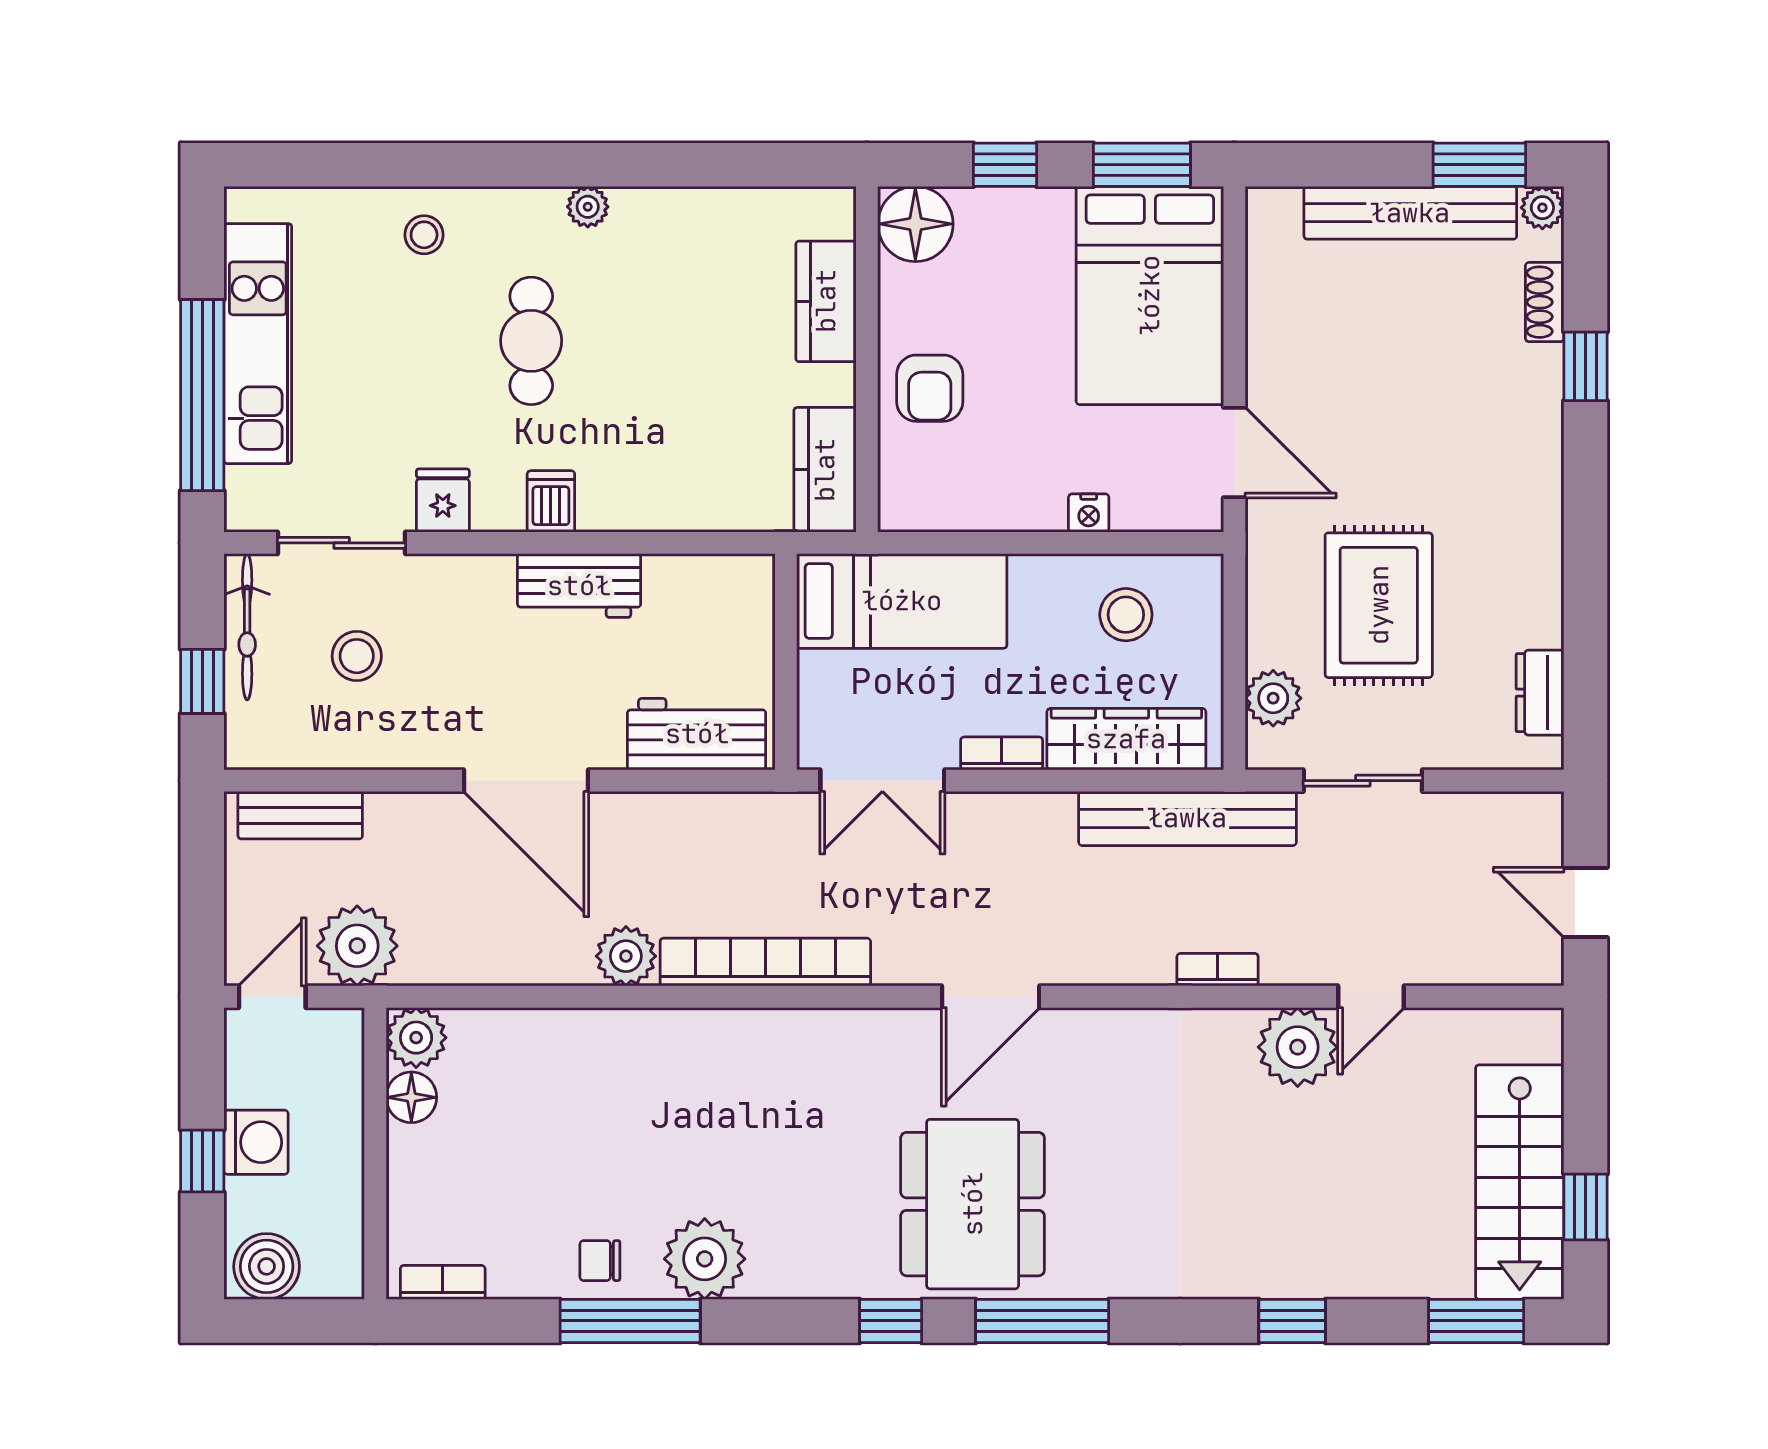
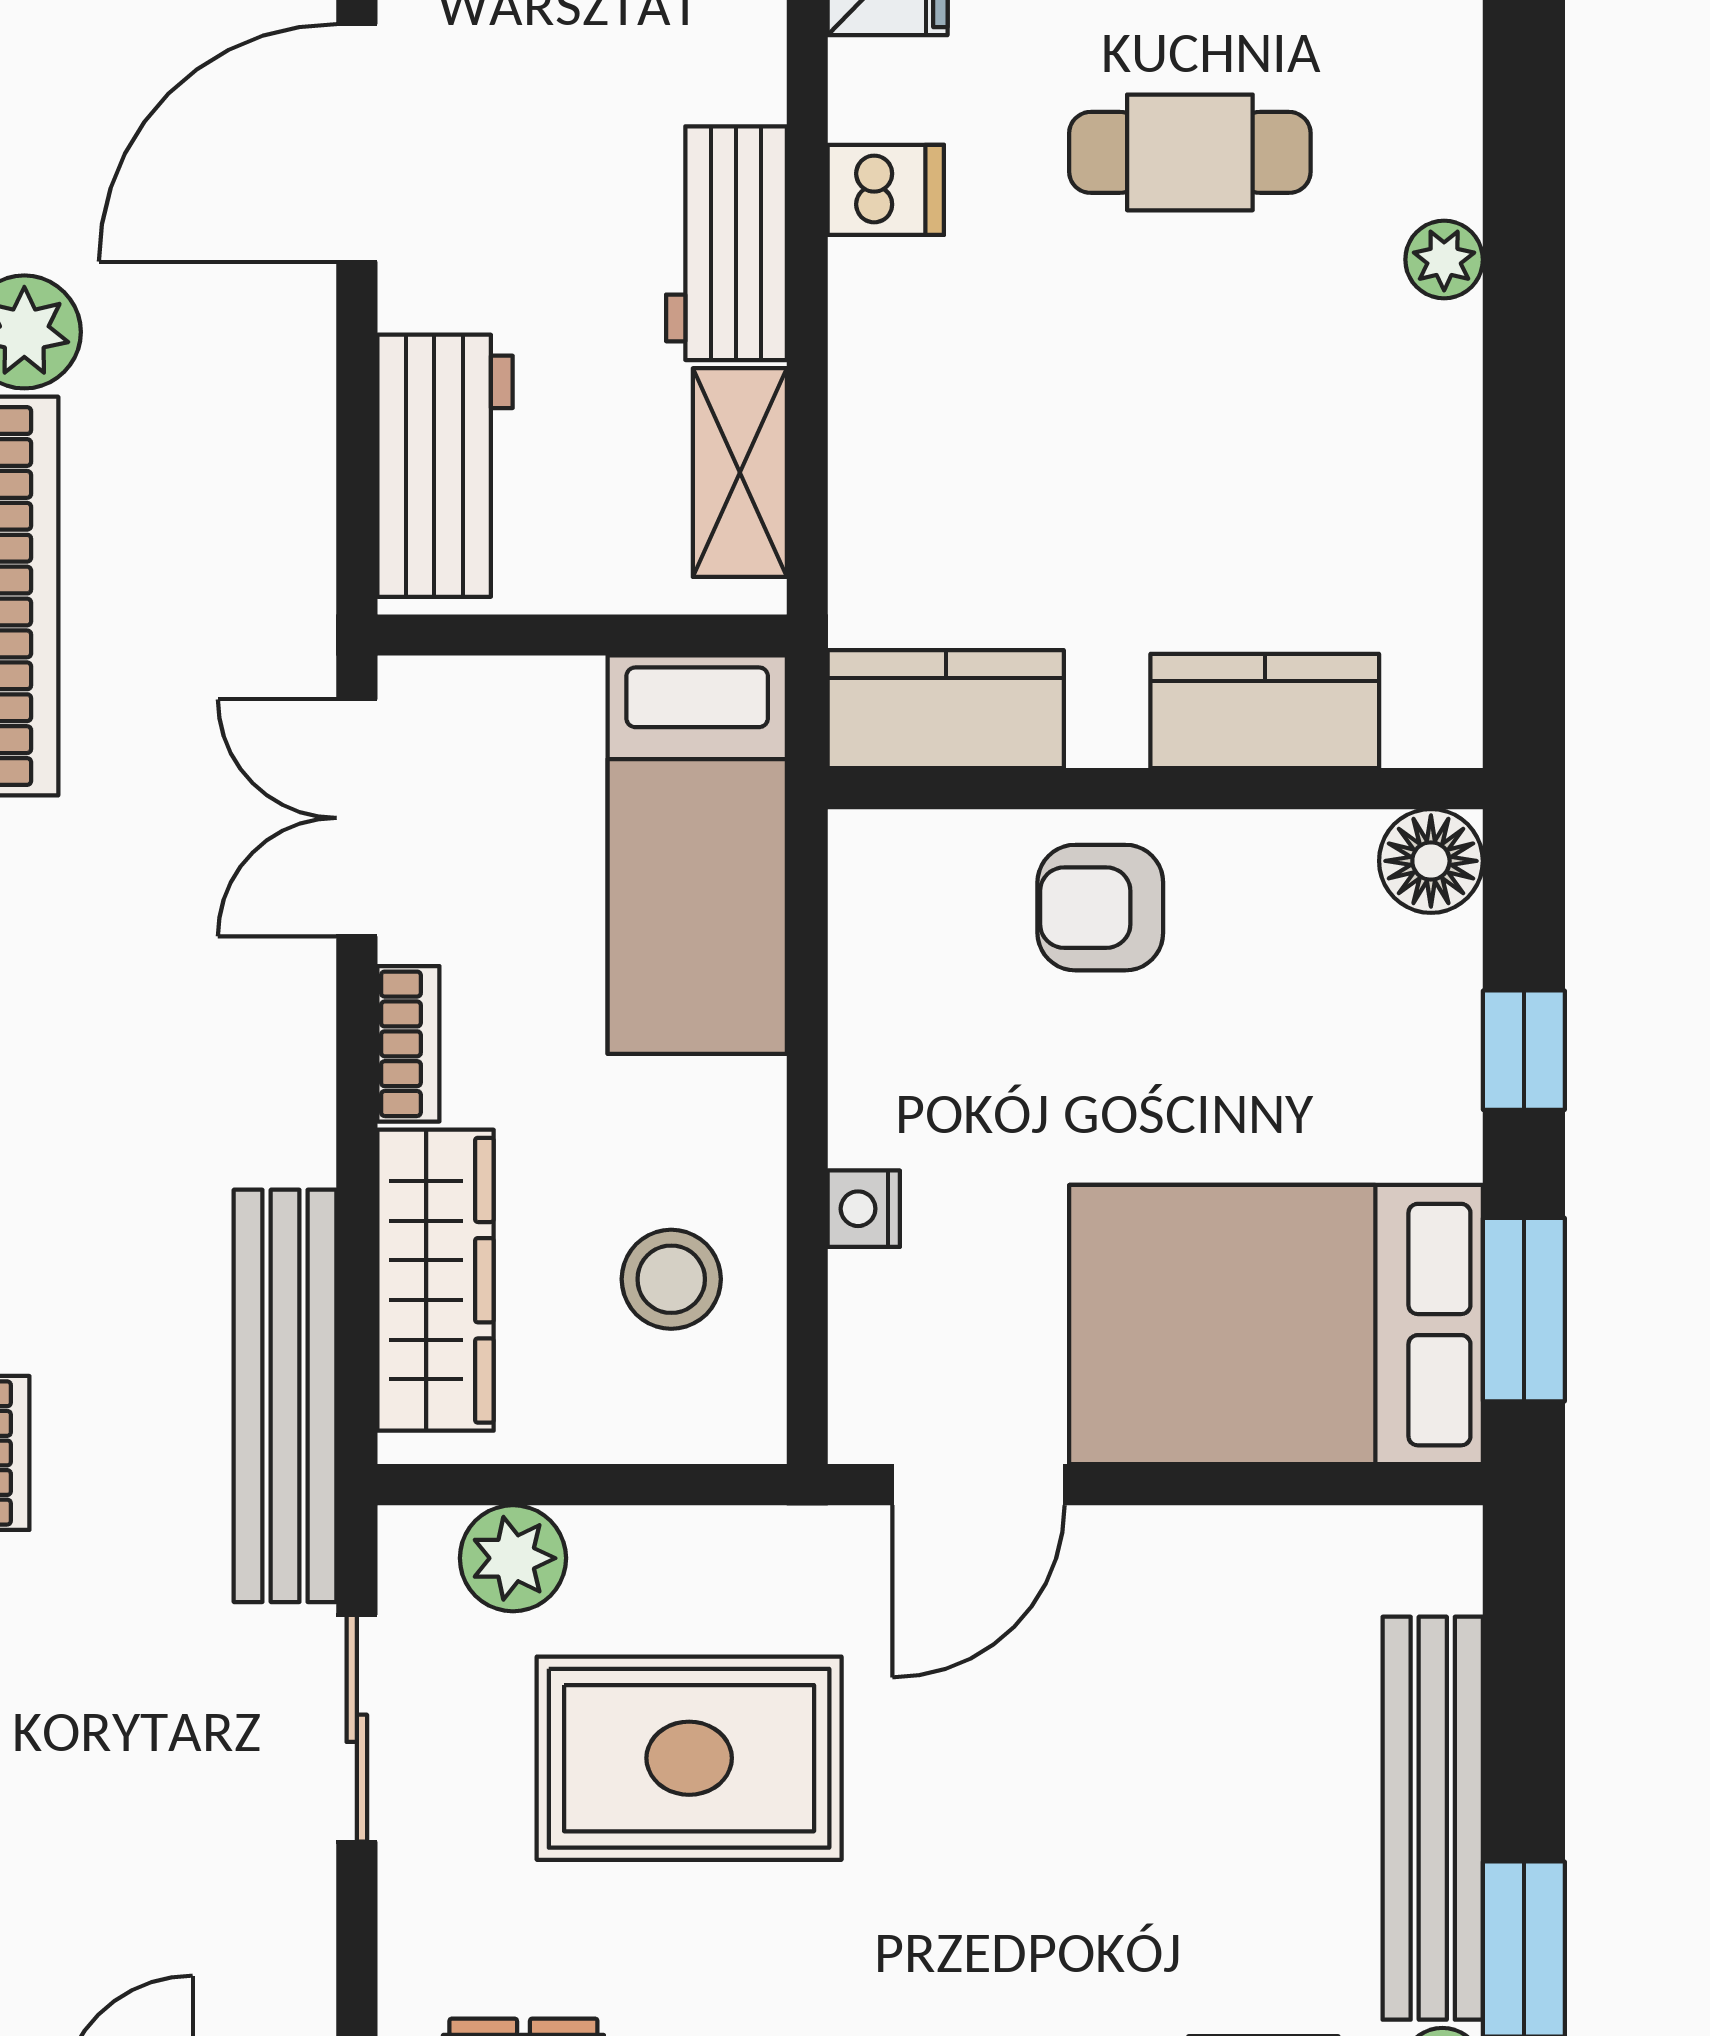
floor lamp: (915, 224) -> (1431, 861), width x0.73, depth x0.73
shelving: (700, 578) -> (740, 473), added

